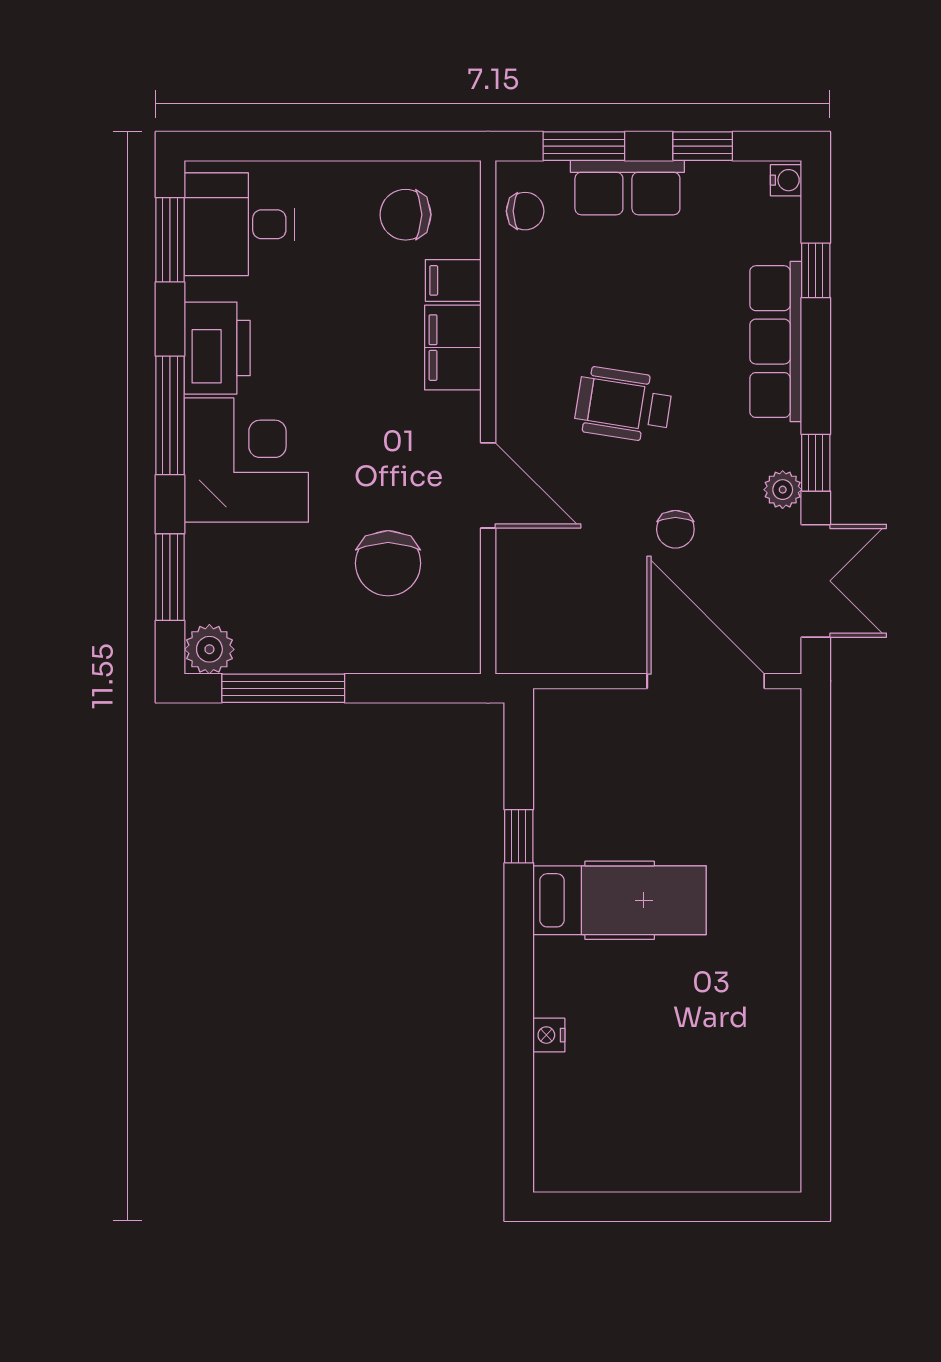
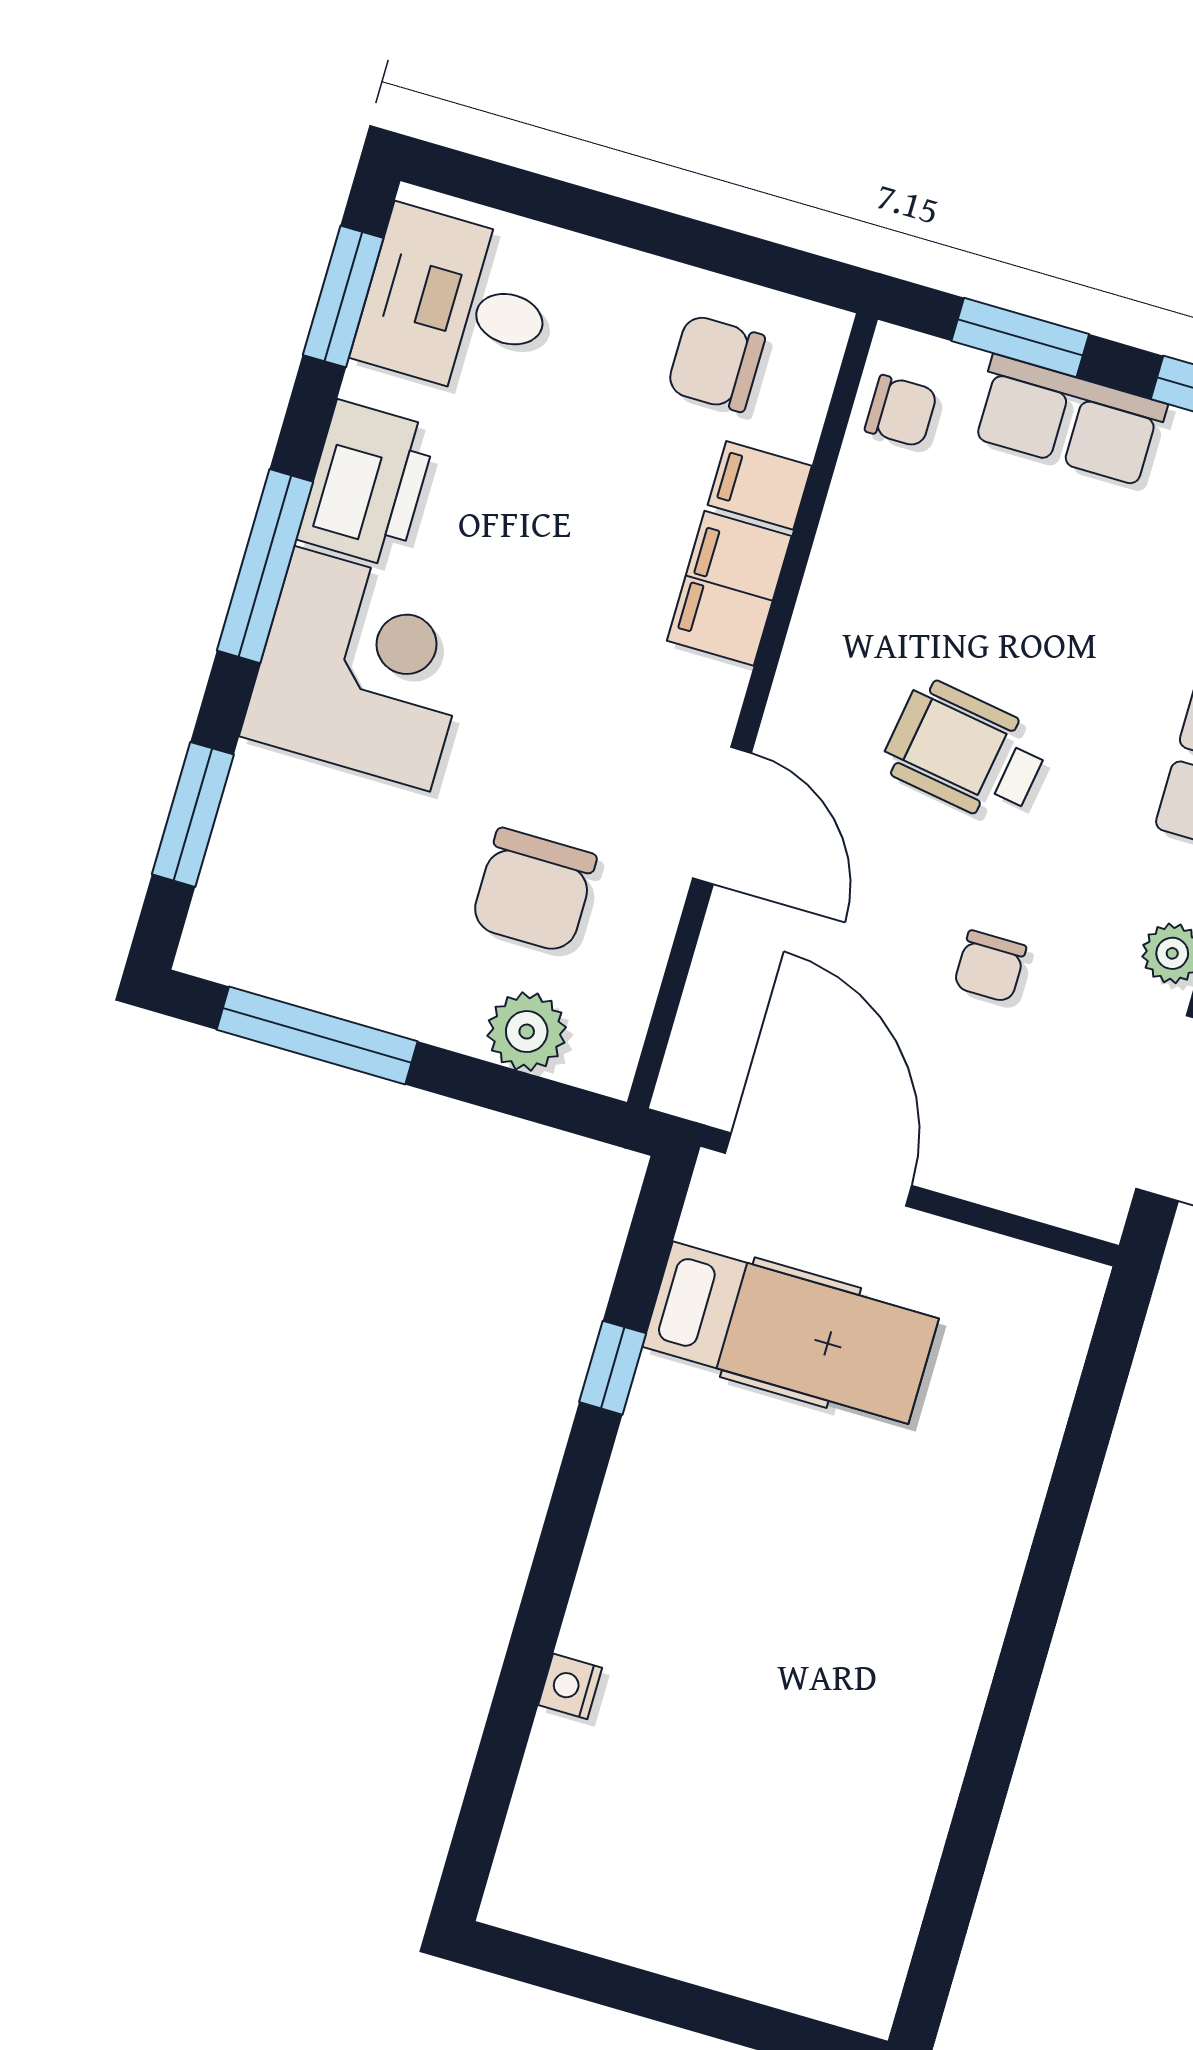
plant: (209, 649) -> (527, 1032), moved
door: (706, 681) -> (819, 1169), moved
hospital bed: (620, 900) -> (791, 1333), moved

